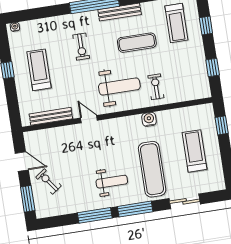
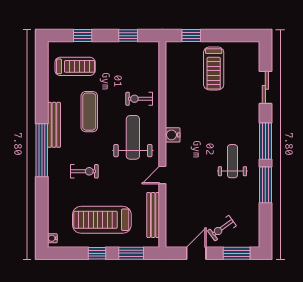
treadmill: (39, 70) -> (102, 220), width x1.37, depth x1.38
window: (12, 102) -> (131, 253), added
water cooler: (149, 119) -> (173, 135), moved
treadmill: (195, 151) -> (214, 68), turned -90
exercise mat: (152, 169) -> (226, 116), removed

